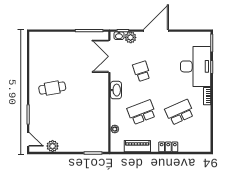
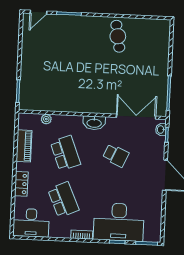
plant: (131, 37) -> (158, 144), removed
school desk: (142, 71) -> (116, 155), turned 42
cafe table: (52, 88) -> (118, 36), moved
desk: (199, 138) -> (31, 223), added
plant: (53, 146) -> (29, 42), removed

